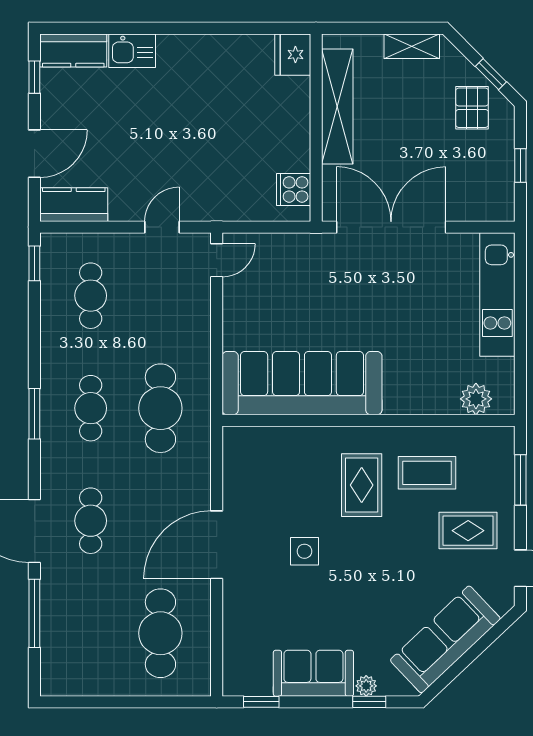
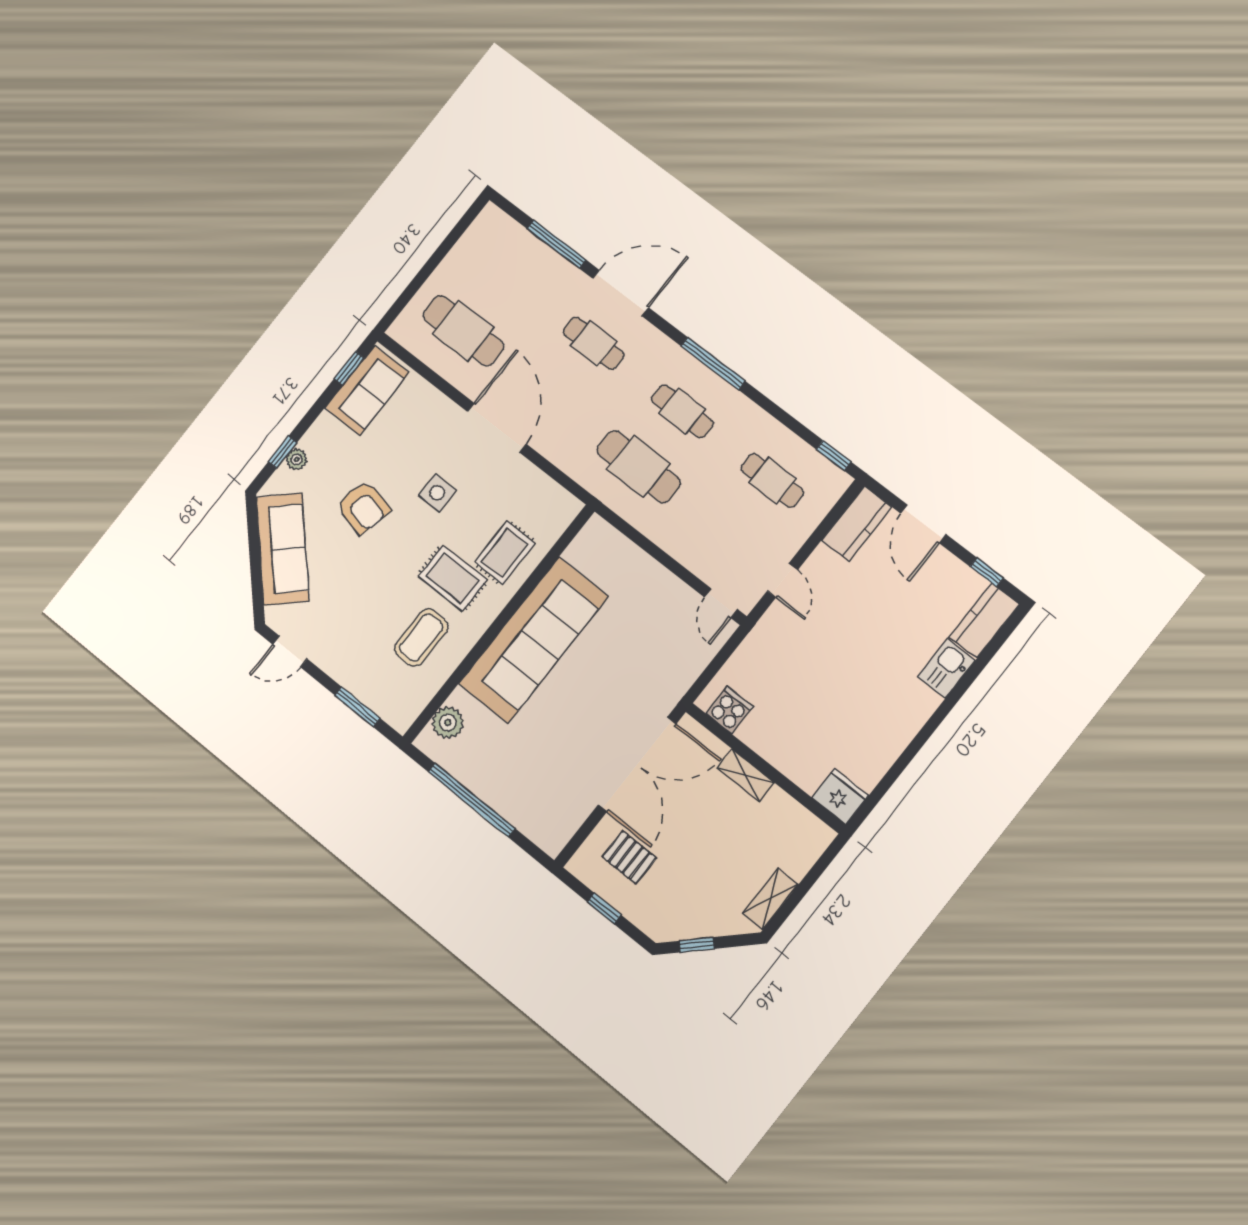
shelving: (337, 107) -> (746, 775), width x0.45, depth x0.75
pallet: (472, 108) -> (629, 857), moved
kitchen unit: (497, 295) -> (516, 806), removed
window: (520, 333) -> (471, 800), added
sofa: (302, 383) -> (534, 640), moved
window: (34, 414) -> (713, 364), width x1.44
rug: (468, 531) -> (505, 553), moved
armchair: (362, 601) -> (363, 507), added
sofa: (313, 673) -> (367, 390), moved

